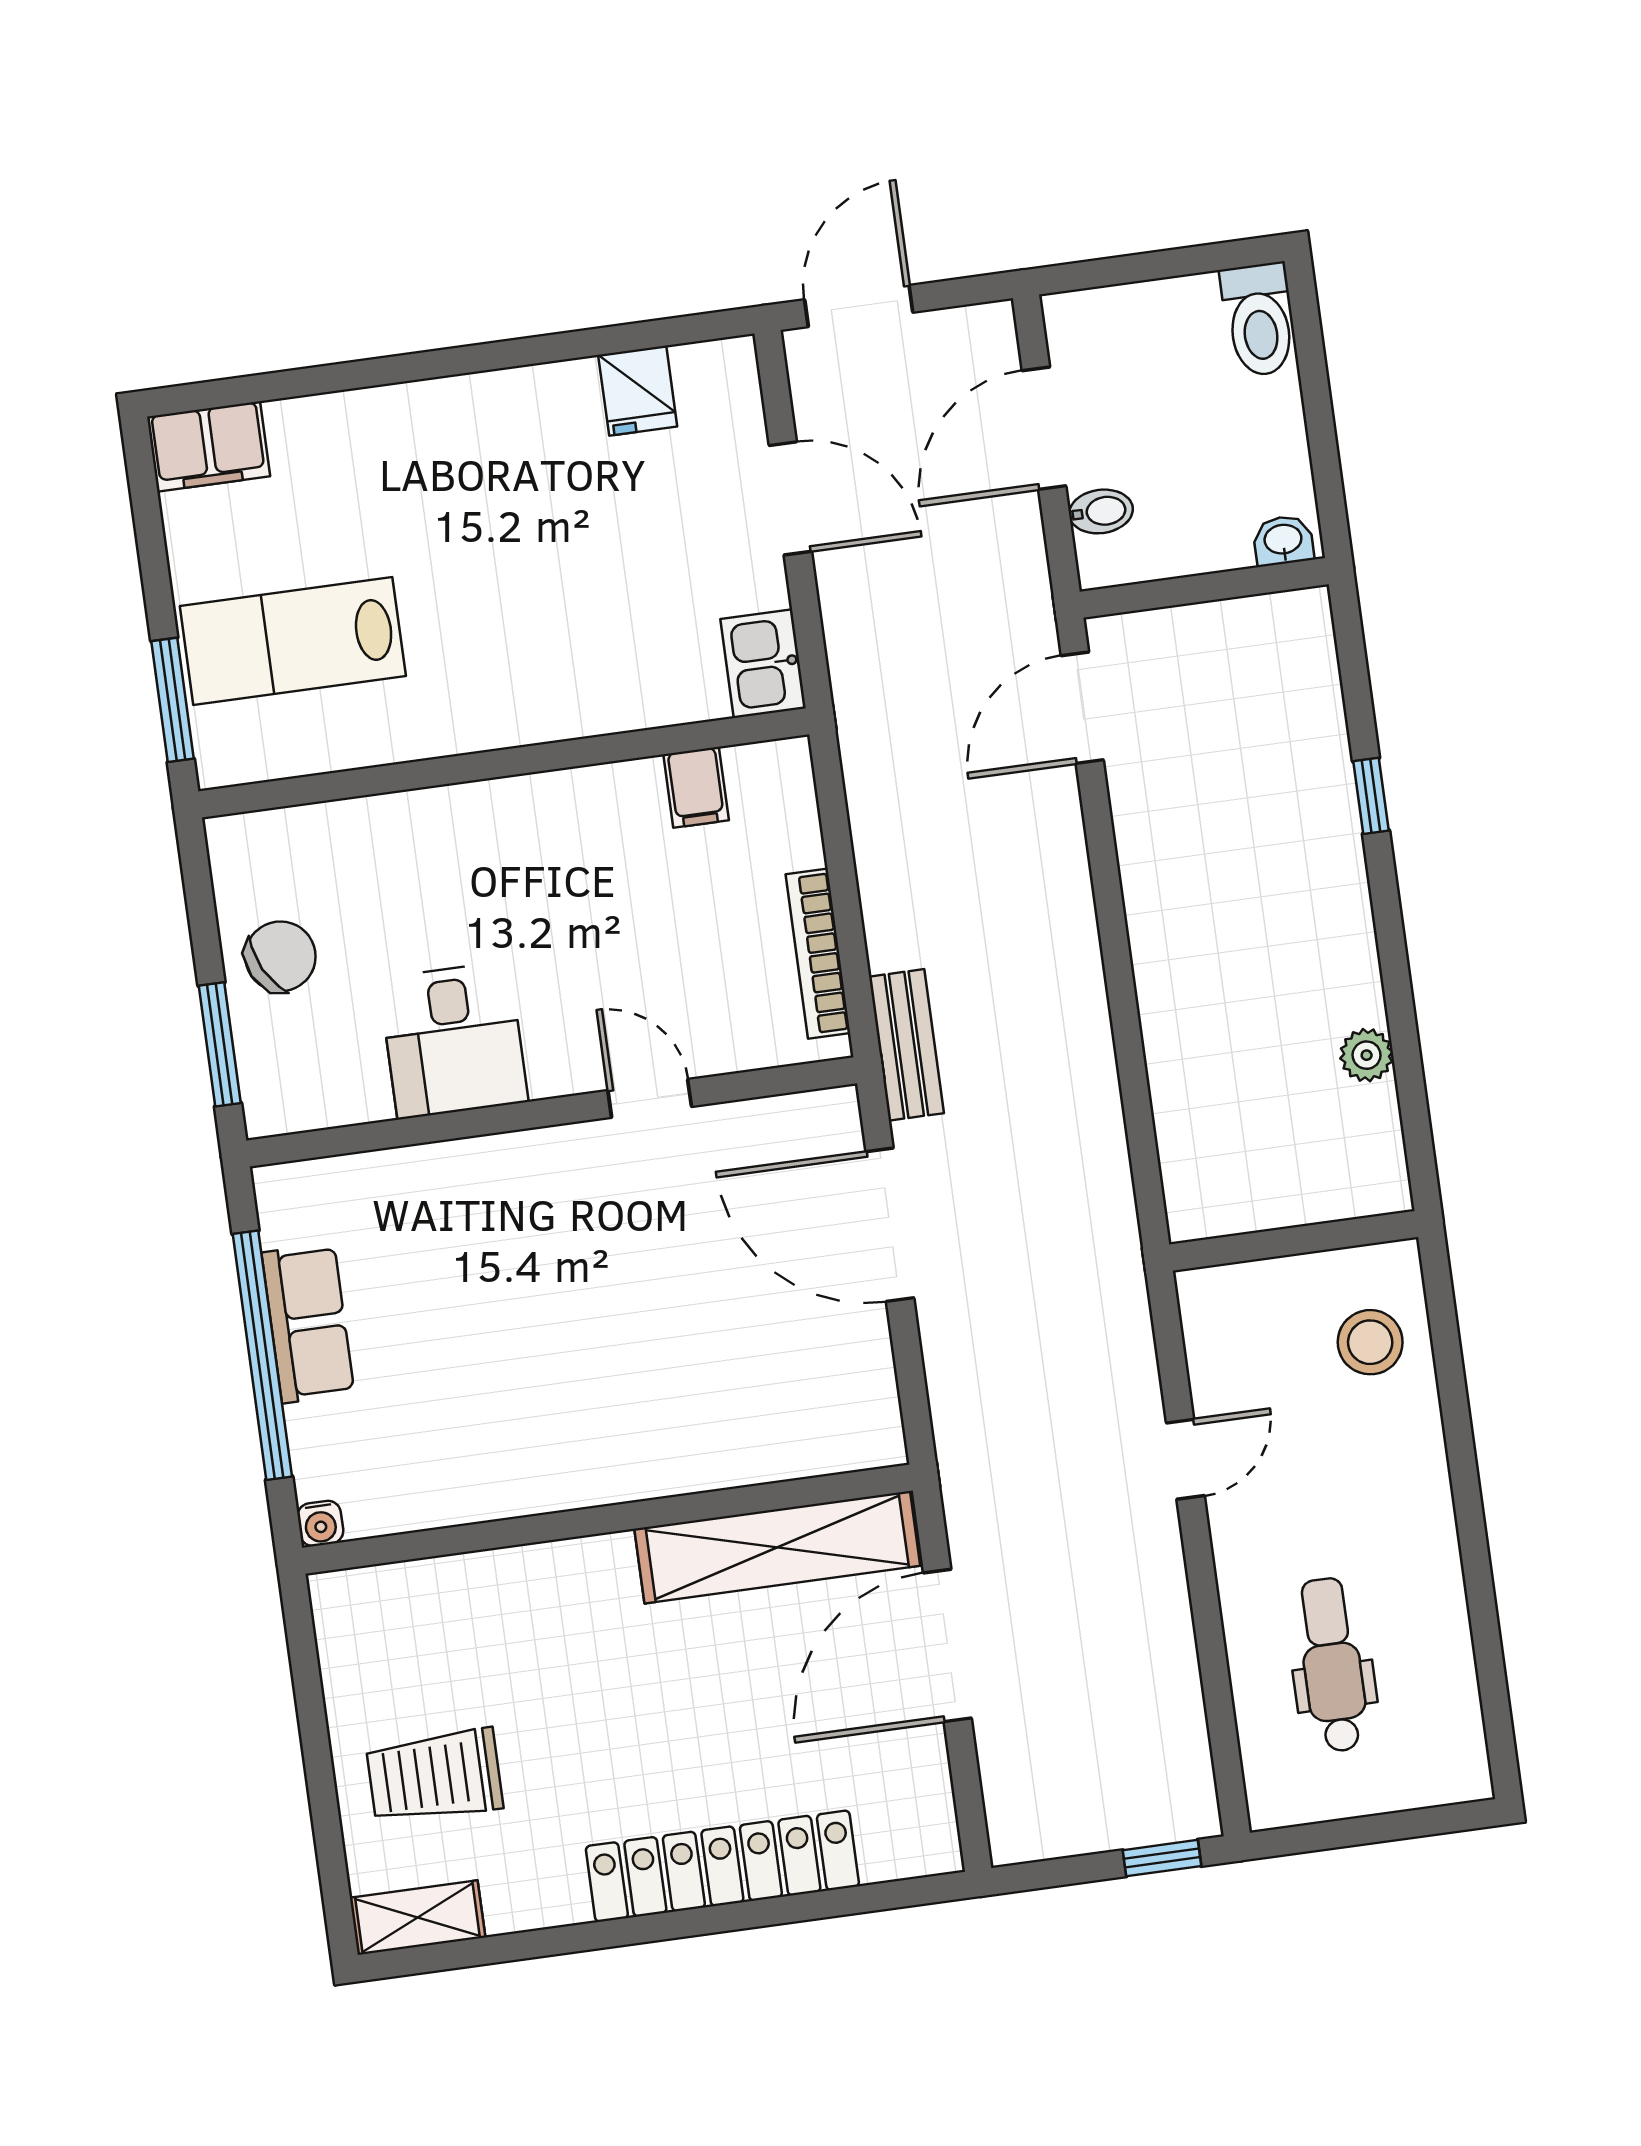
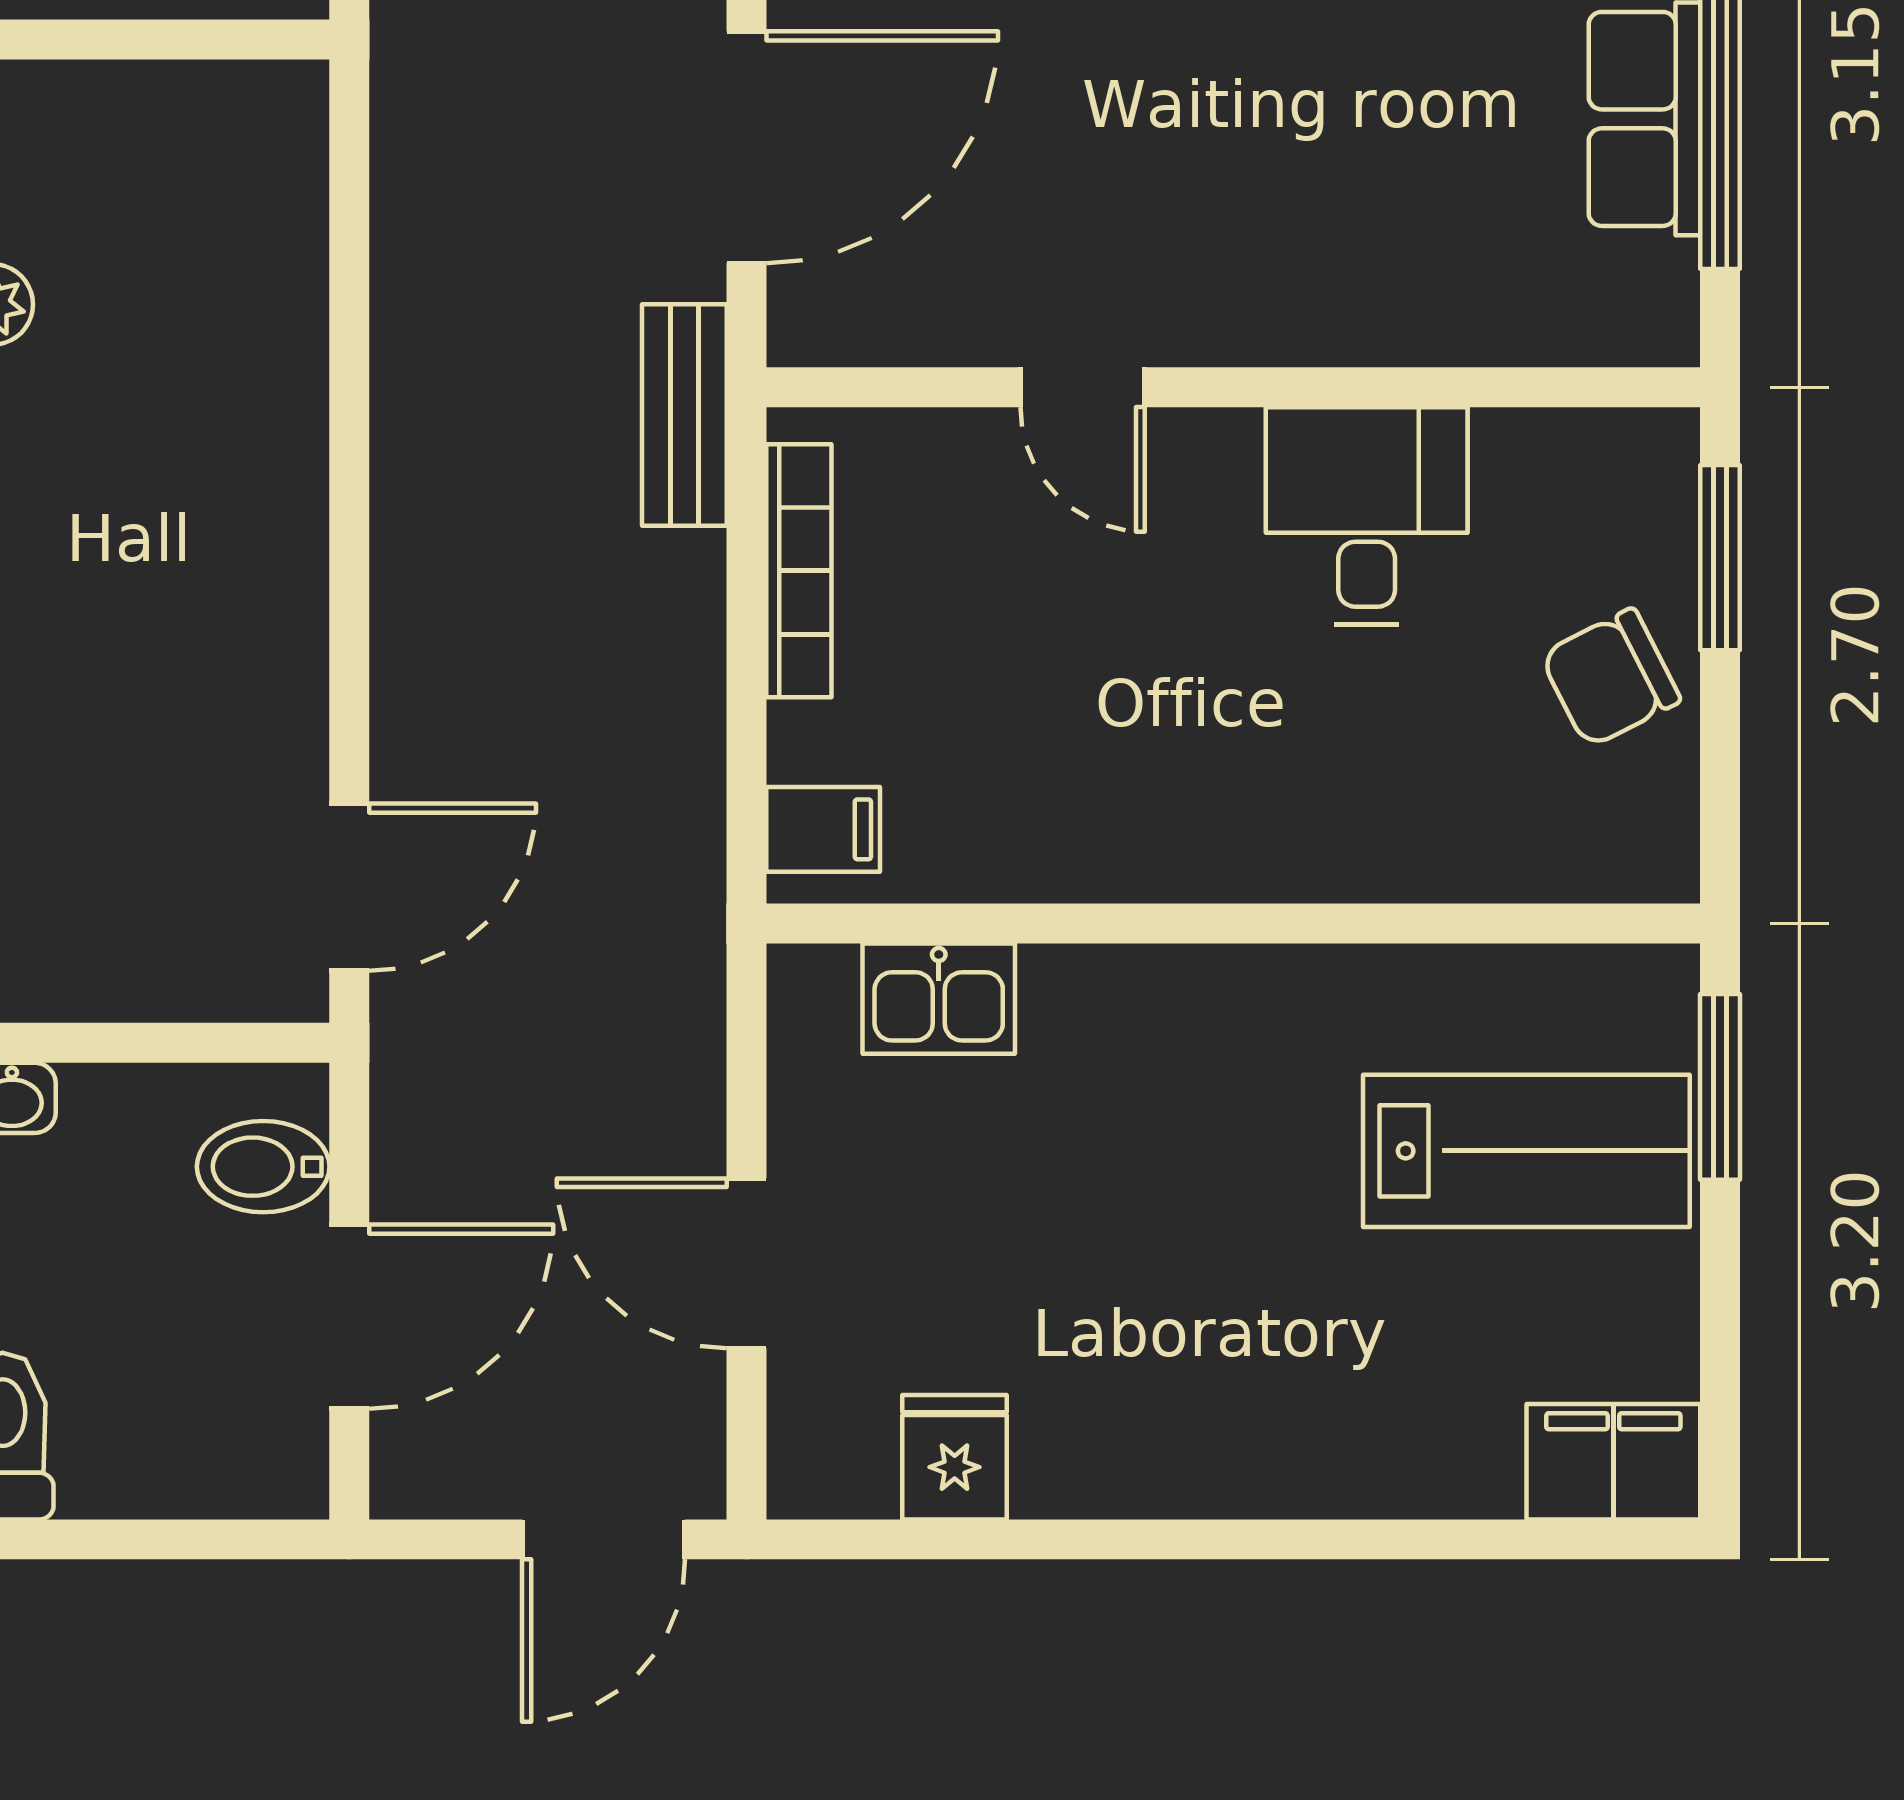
bidet: (1101, 511) -> (263, 1167), width x1.38, depth x1.36
kitchen sink: (763, 664) -> (939, 999), moved, turned 90
filing cabinet: (696, 787) -> (823, 829), moved, turned 90
door: (890, 1225) -> (747, 147), hinge flipped

